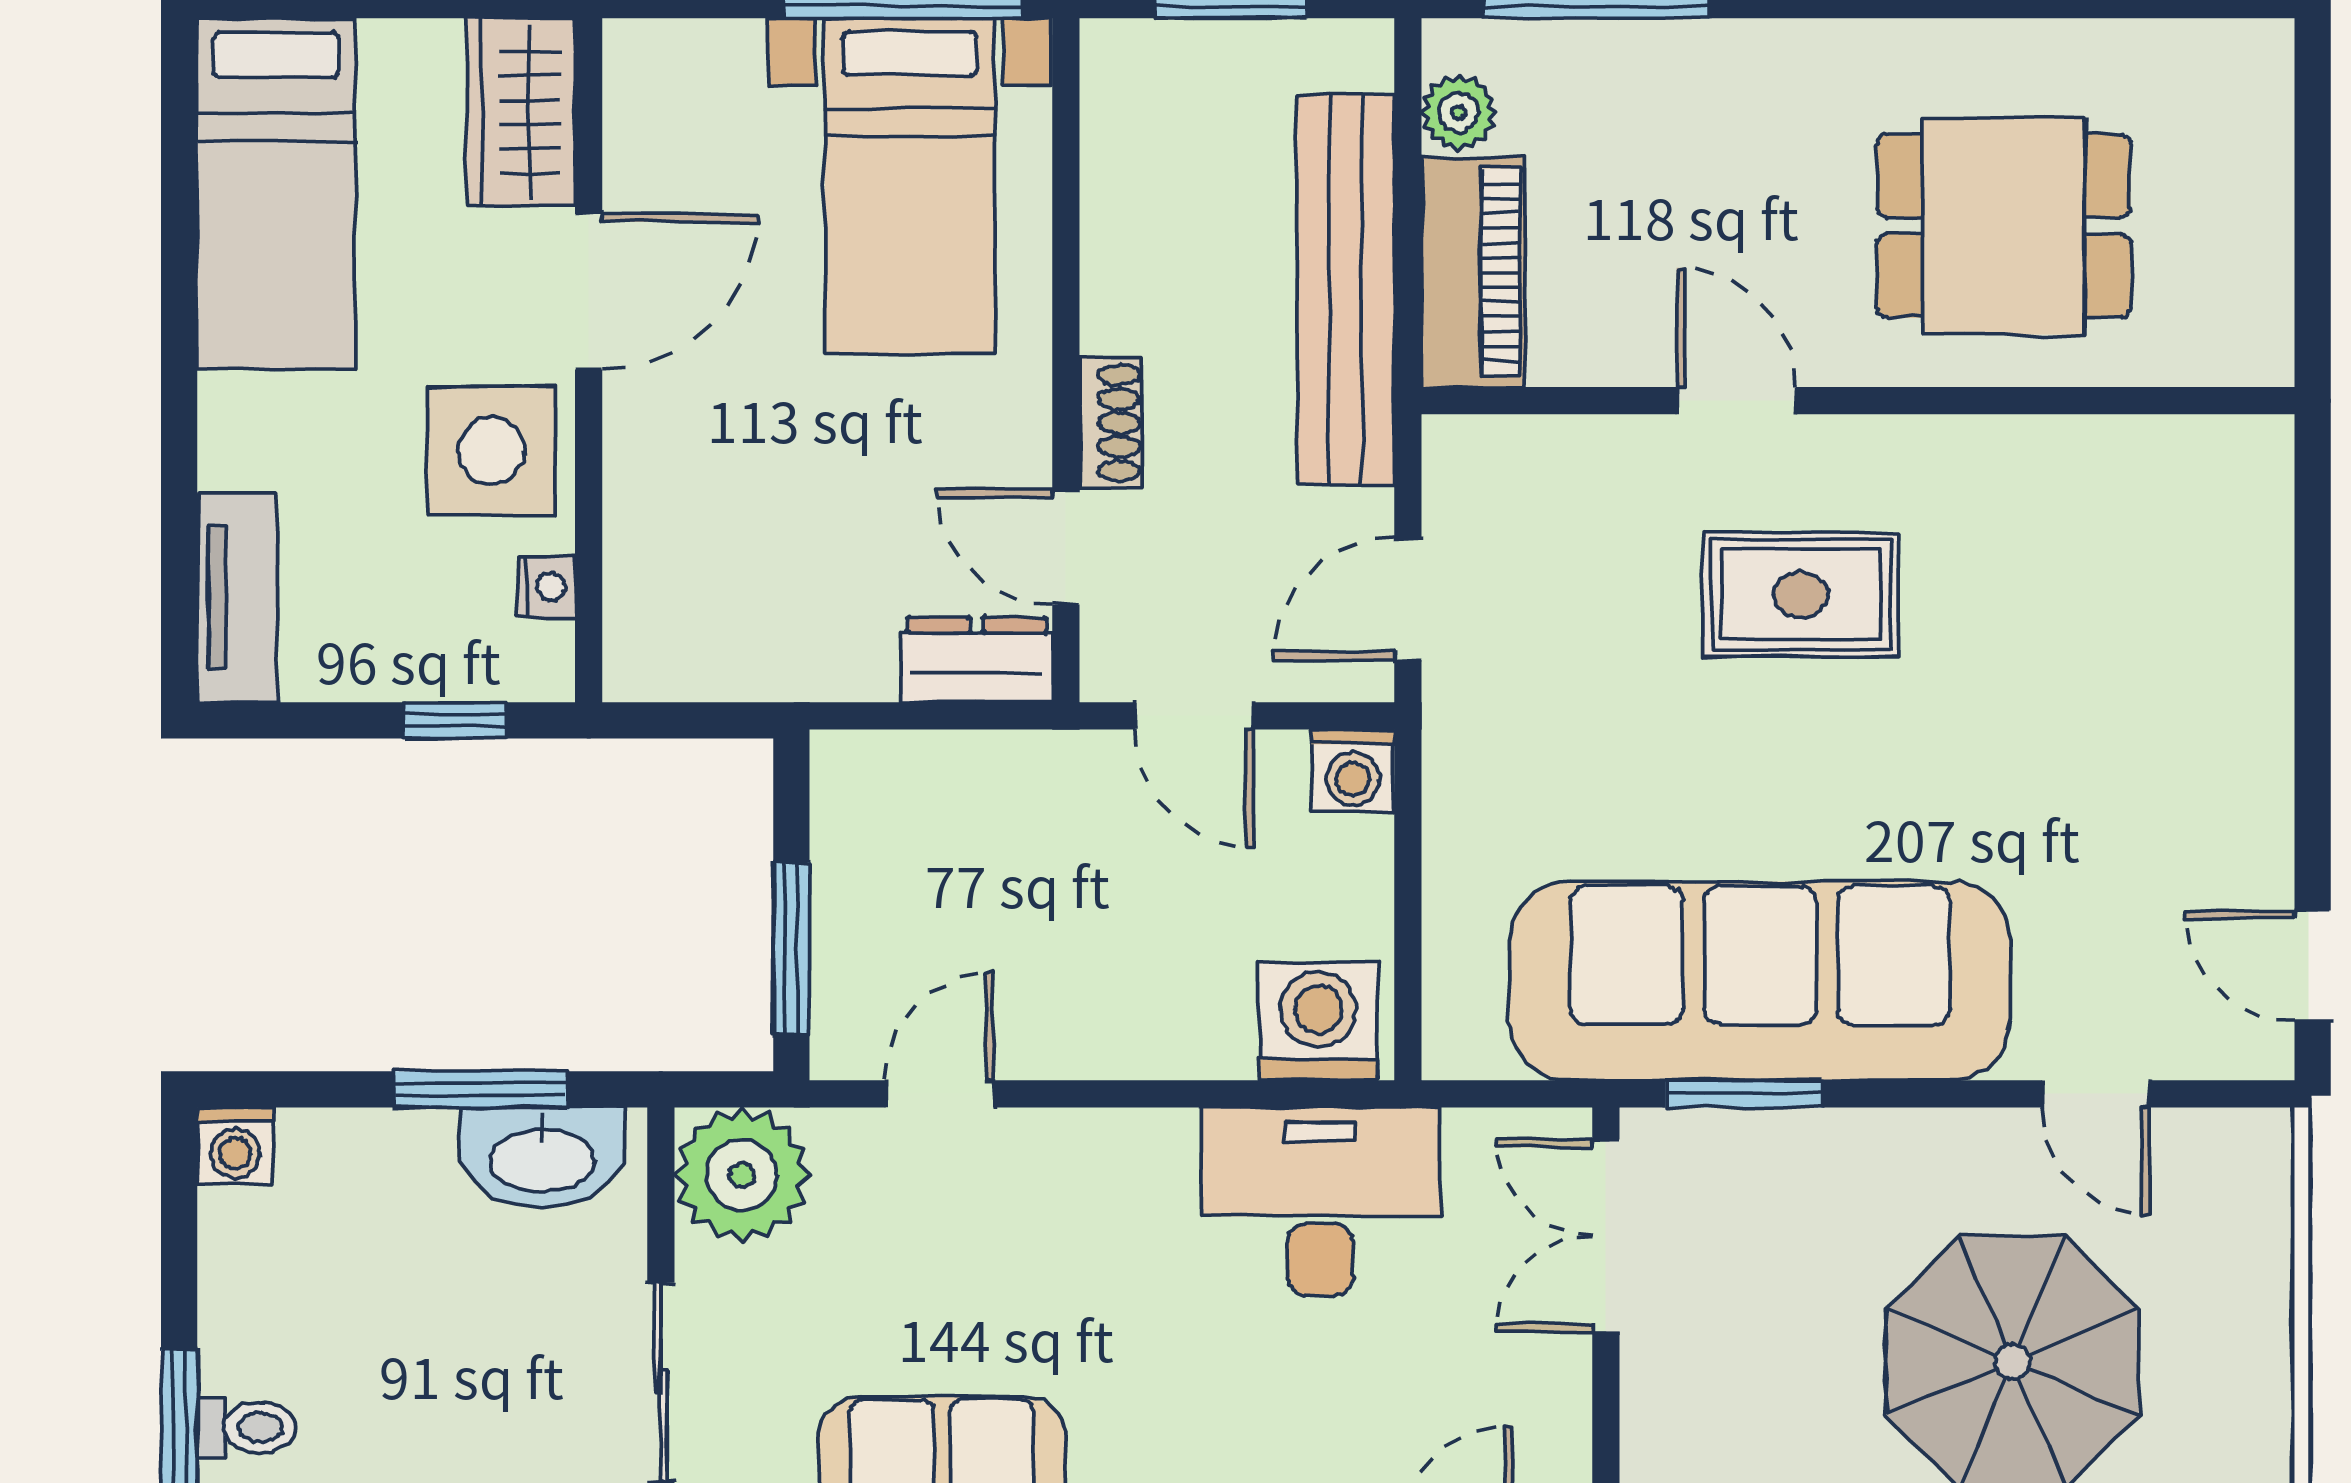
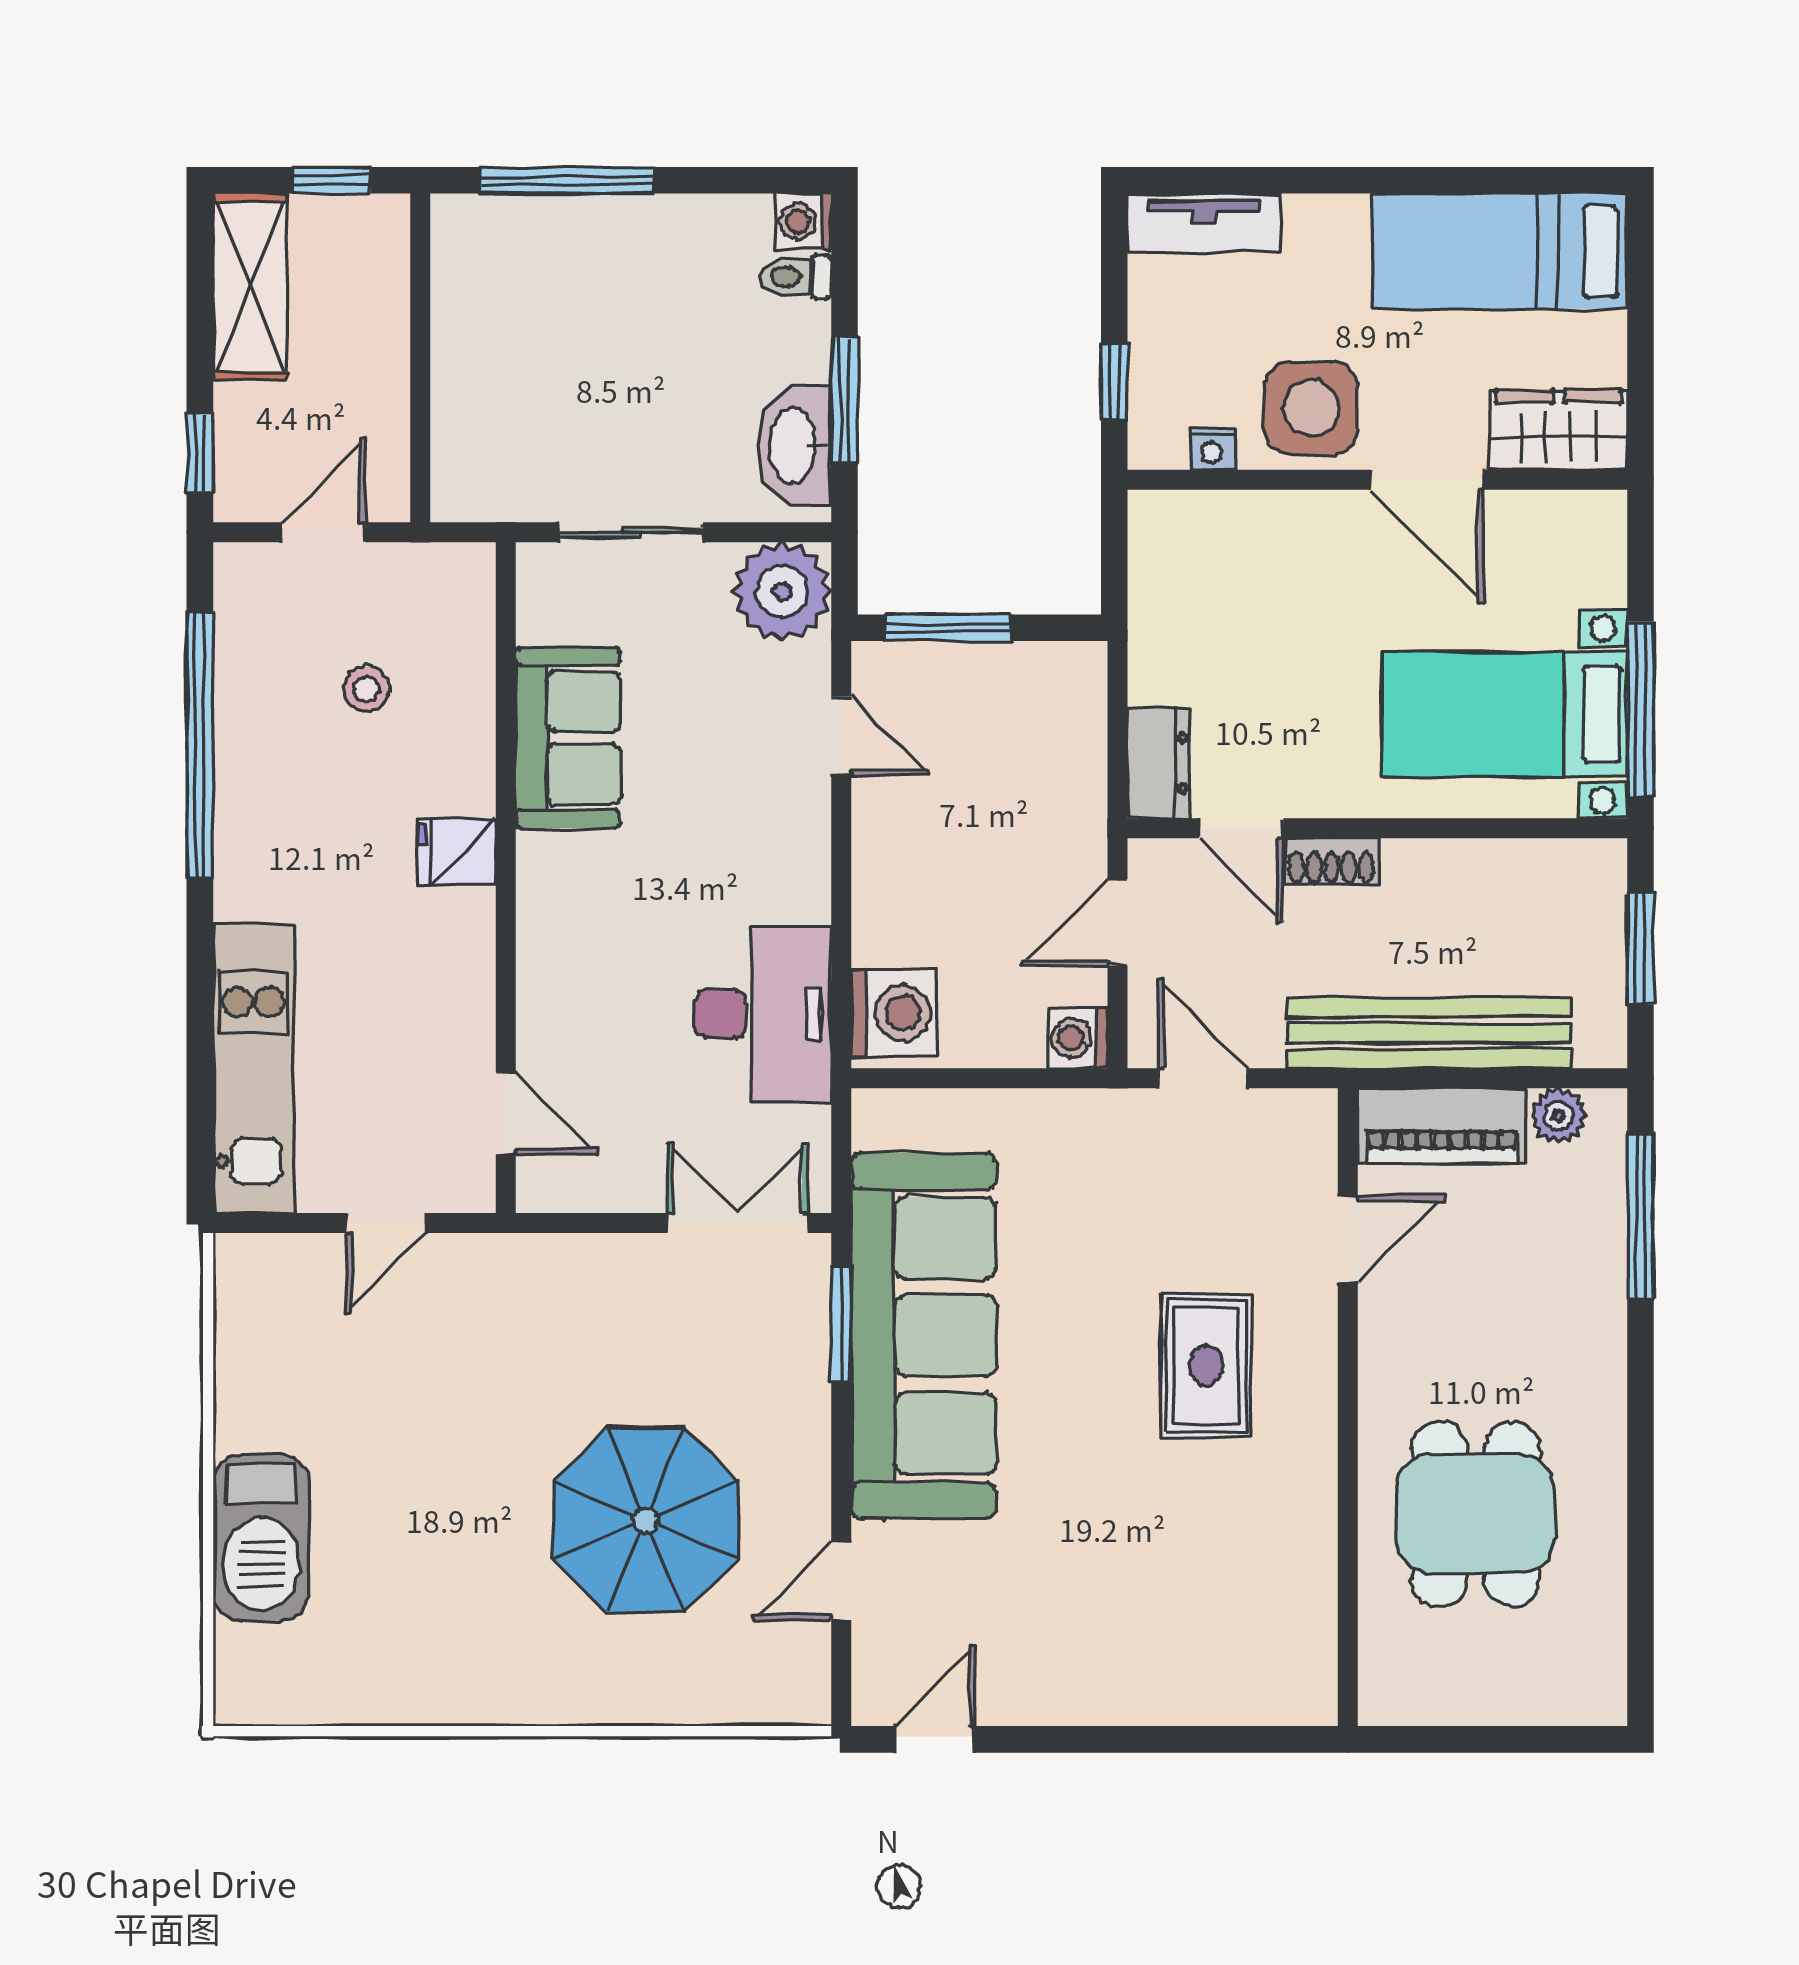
door: (1736, 401) -> (1348, 1239), moved
door: (1066, 547) -> (1241, 828), swing flipped
toilet: (247, 1427) -> (795, 277), moved, turned 90

